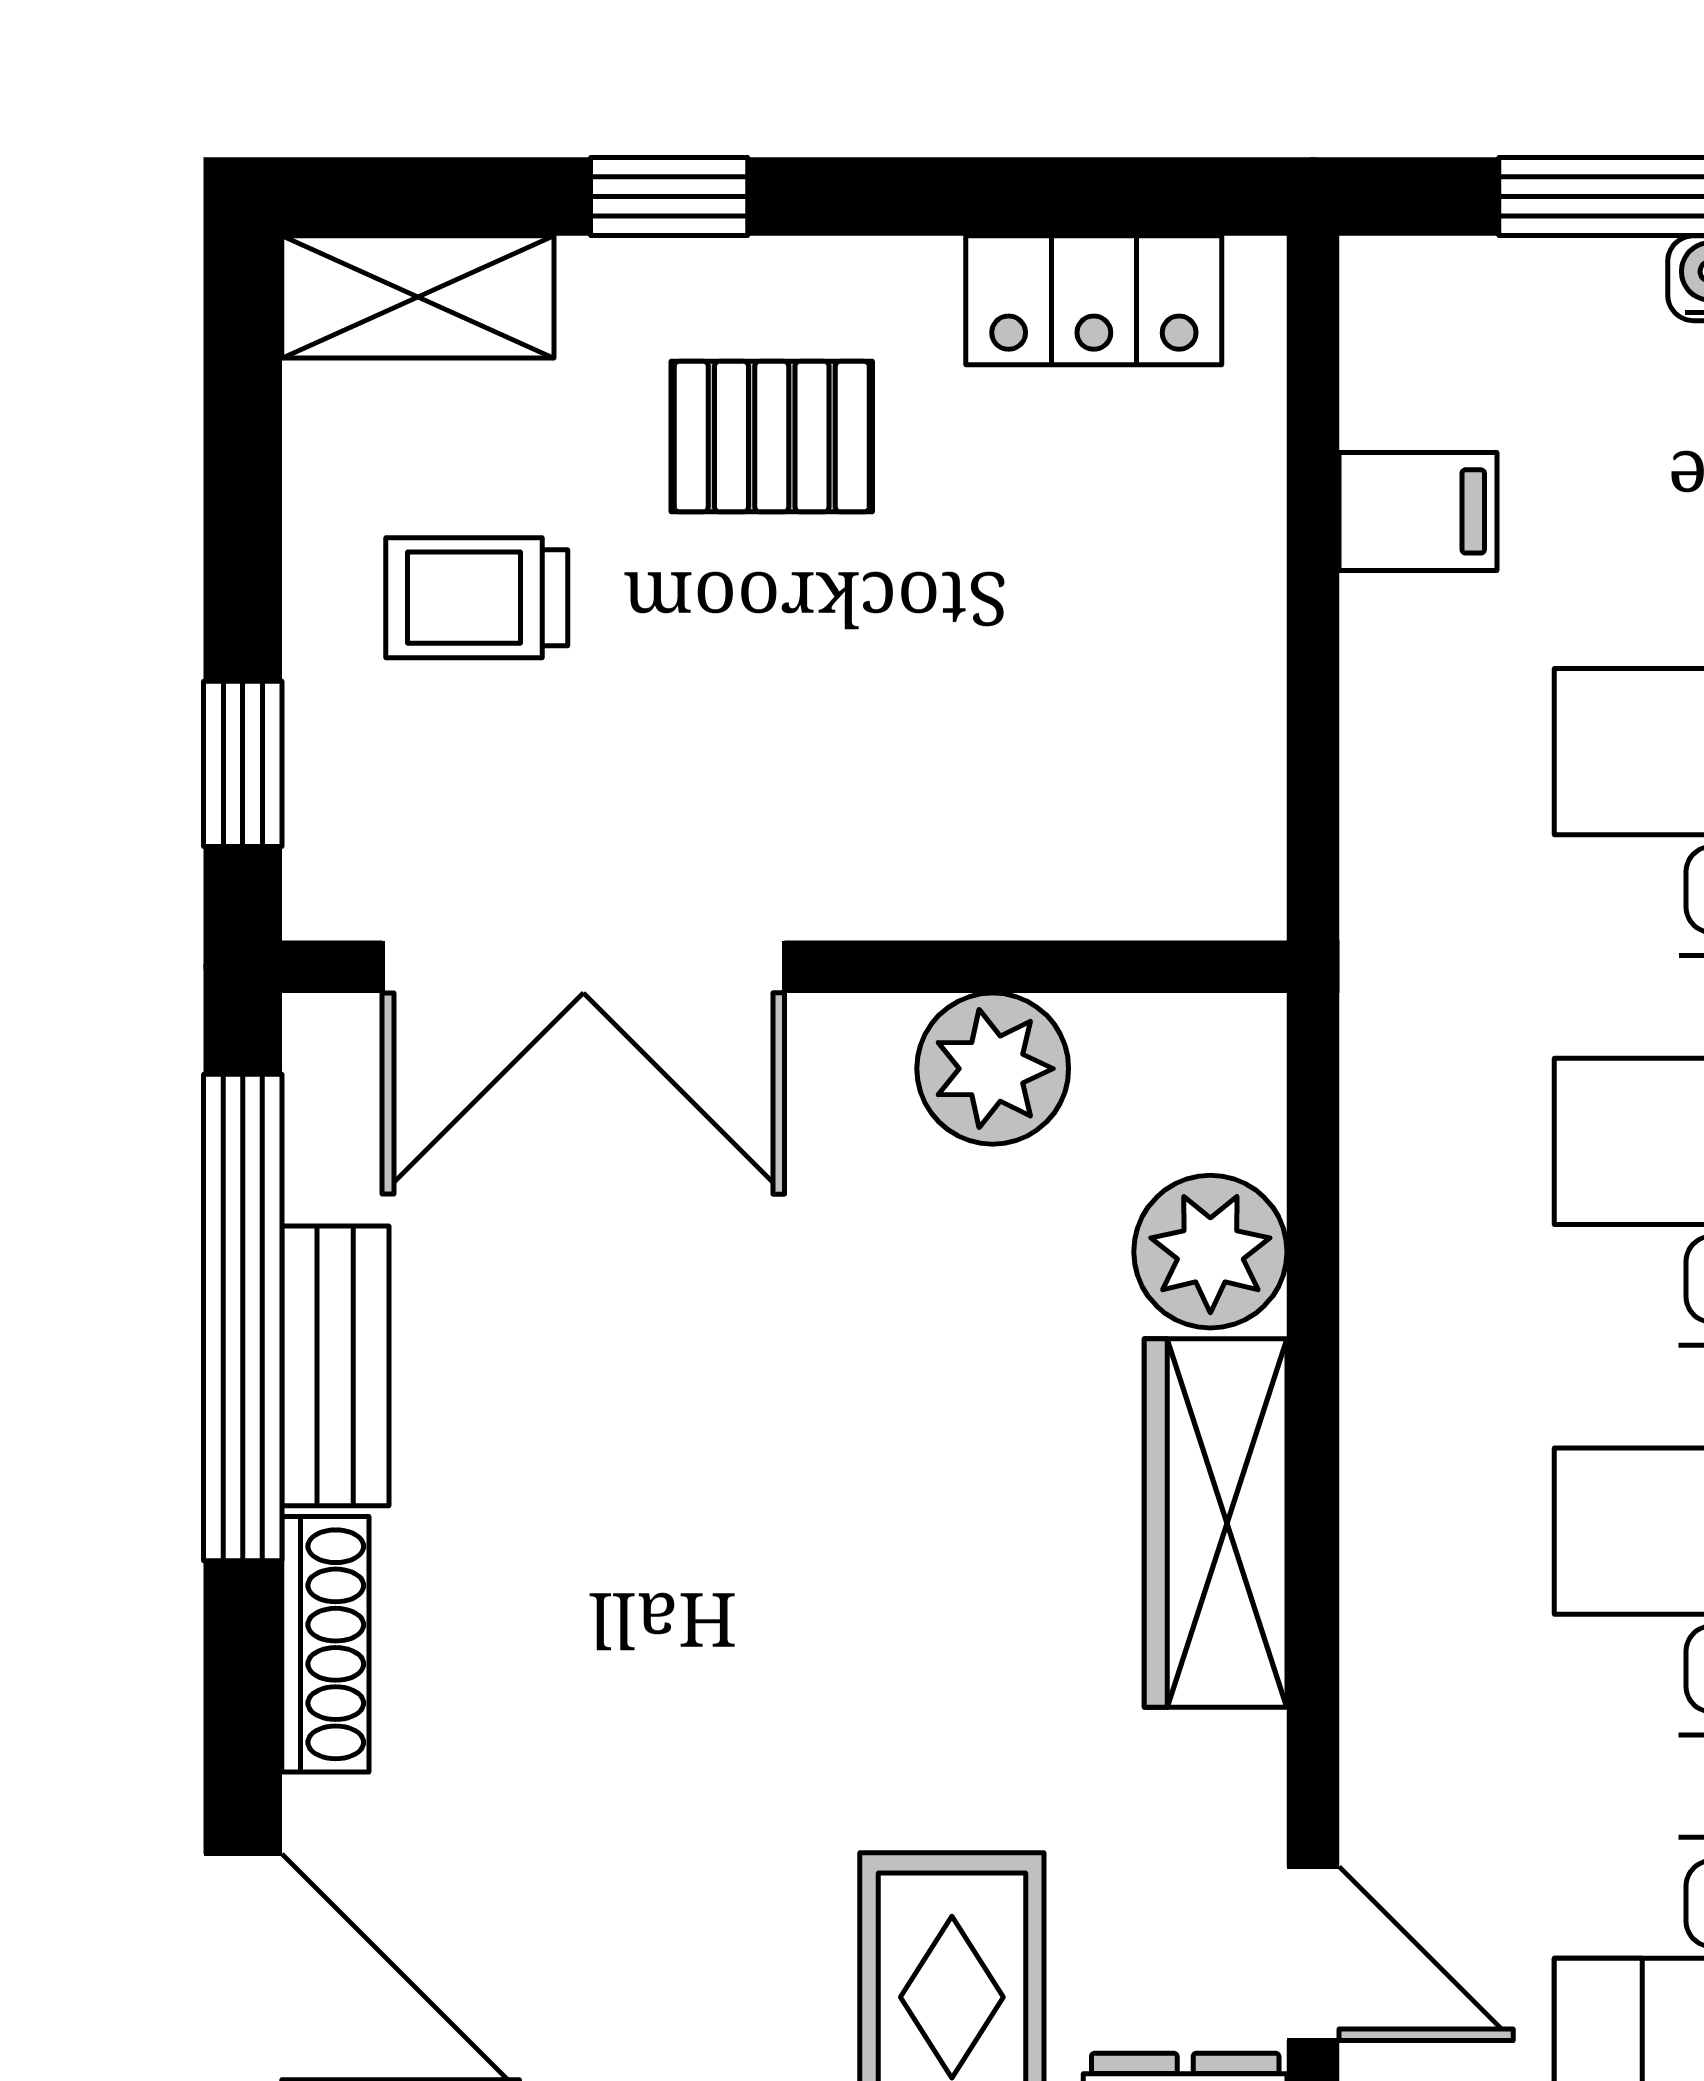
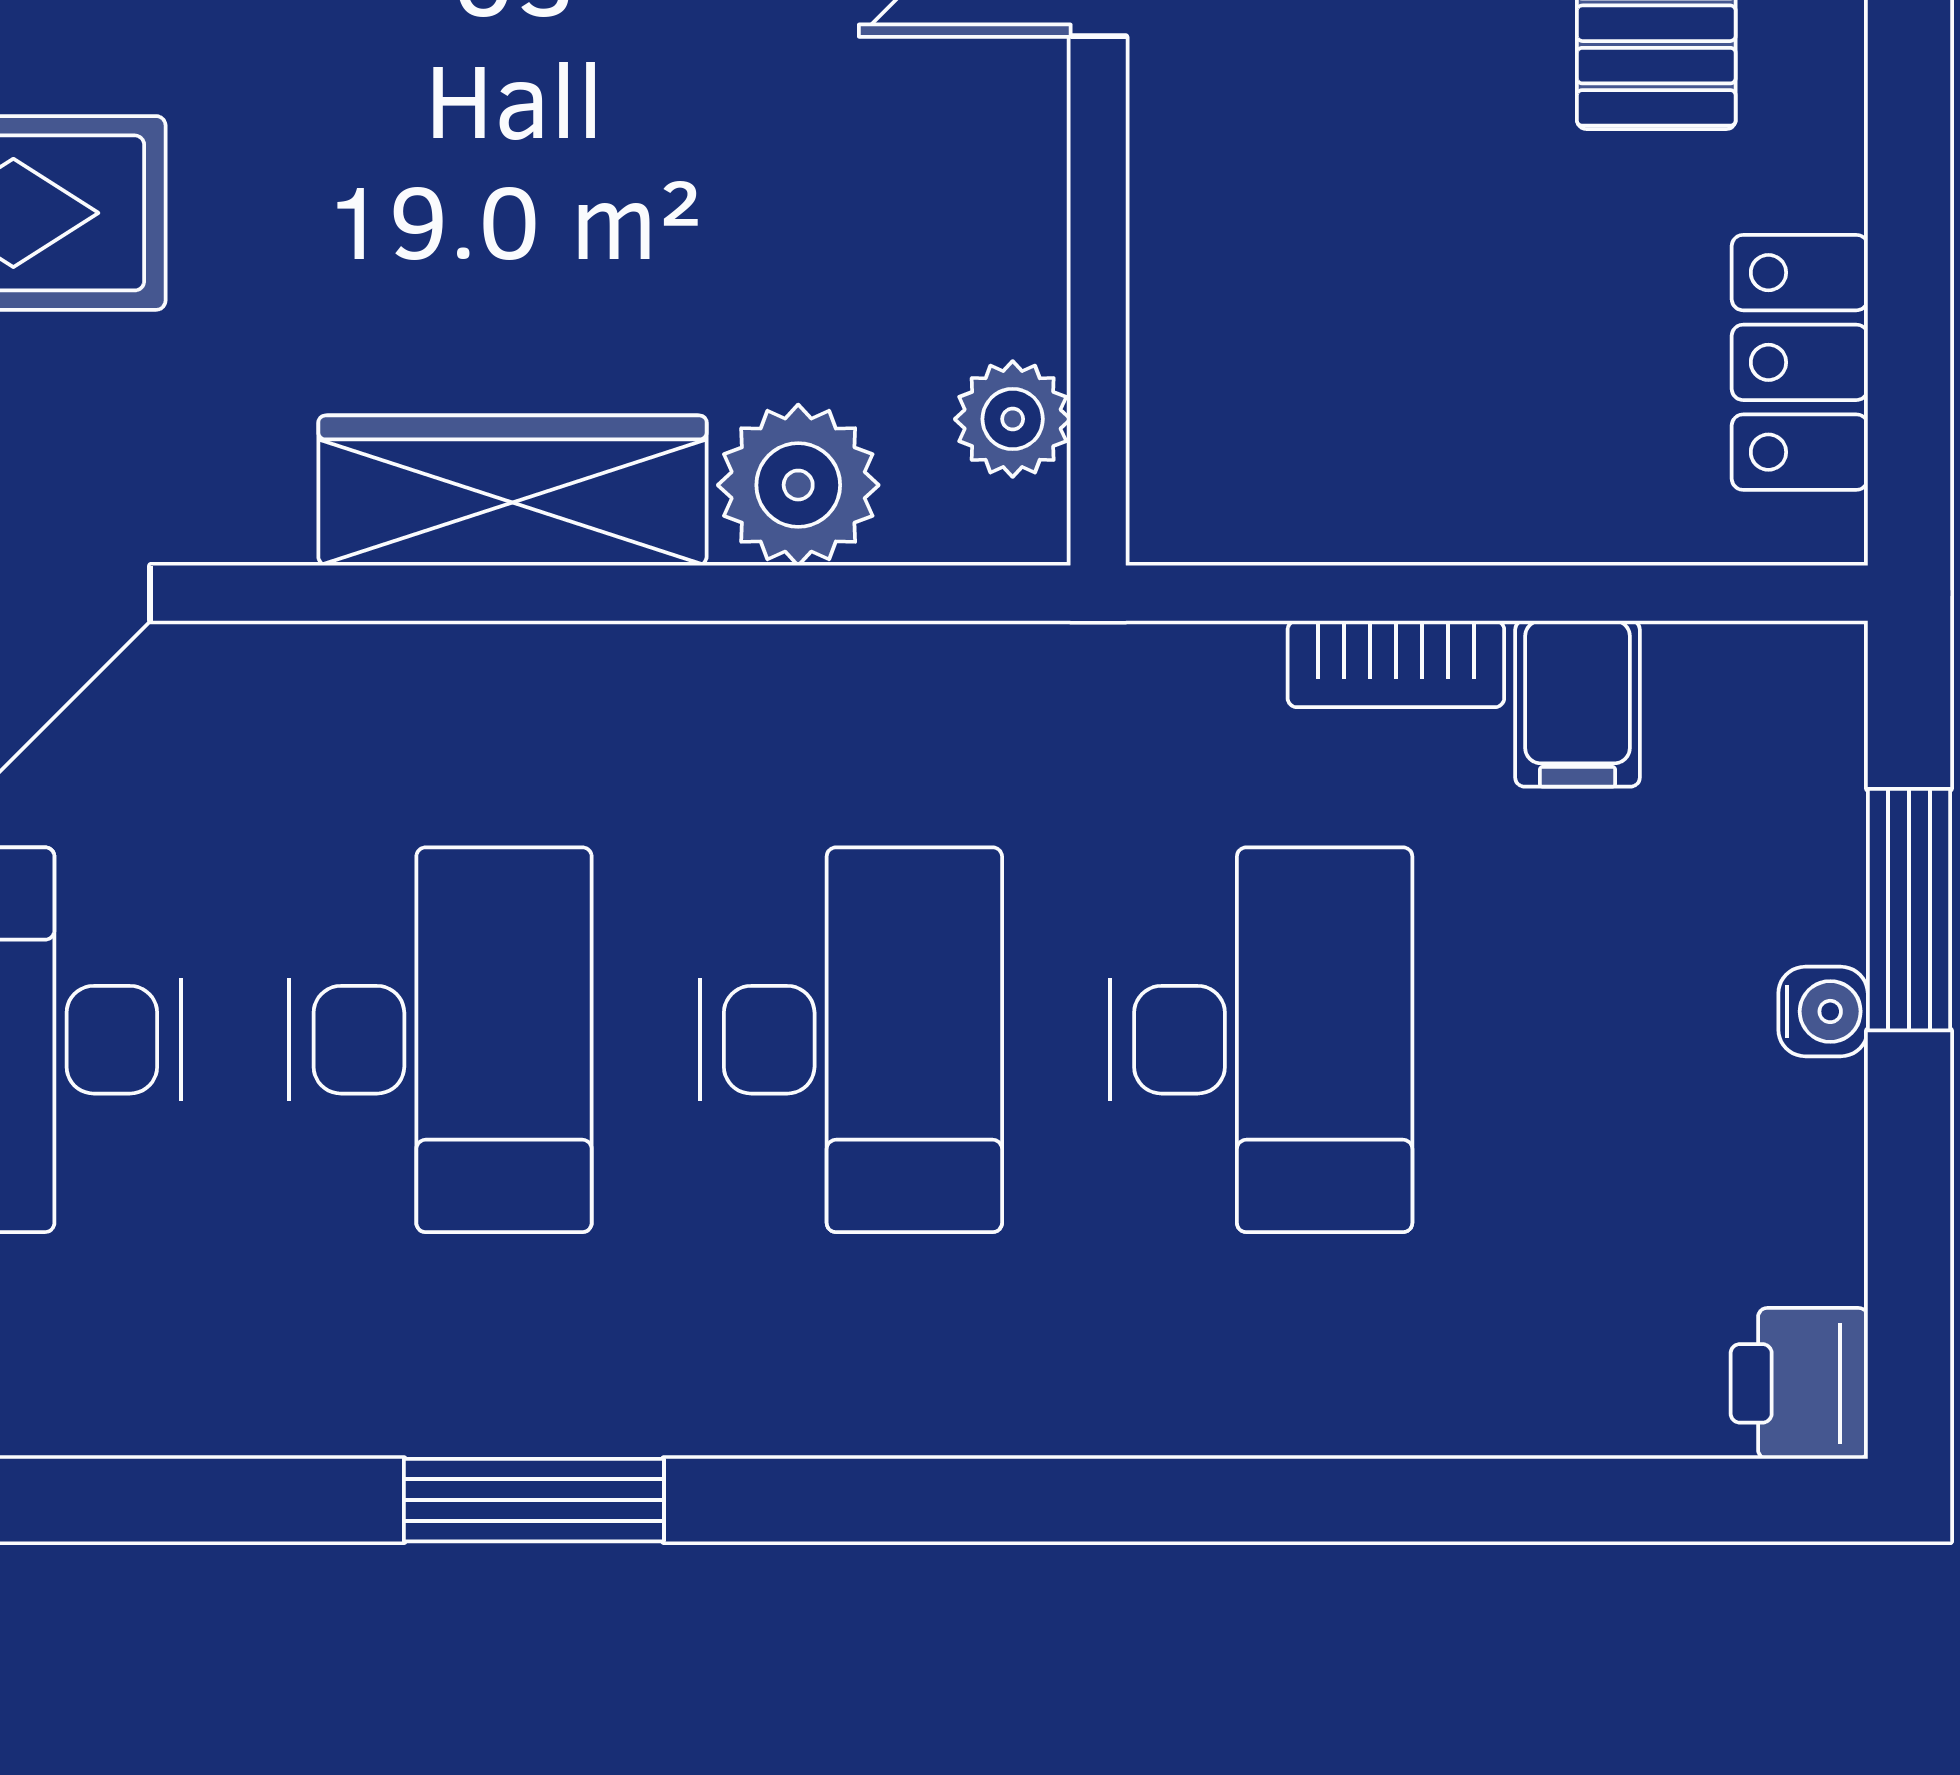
bookcase: (1380, 684) -> (1396, 664), added
plant: (993, 1069) -> (1013, 419), moved, width x0.73, depth x0.73

